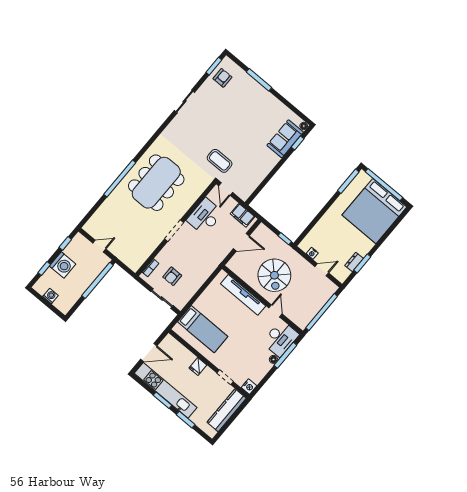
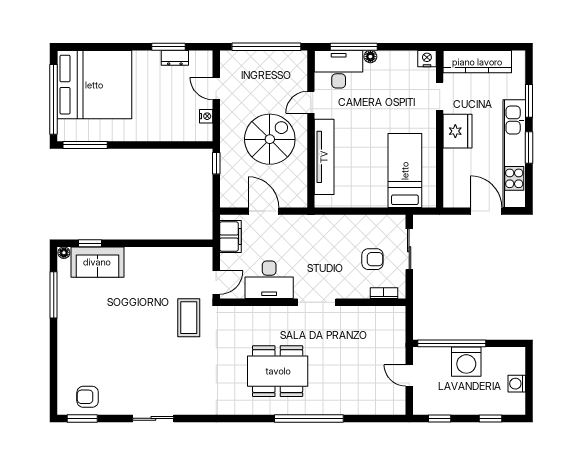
window: (259, 80) -> (54, 295), moved
dining table: (156, 183) -> (278, 371), width x0.73, depth x0.80
washing machine: (63, 265) -> (466, 362), moved, turned 180
fridge: (198, 367) -> (458, 131), width x1.88, depth x1.34

